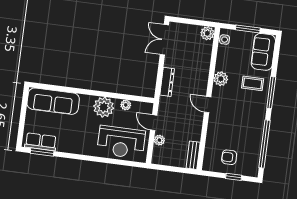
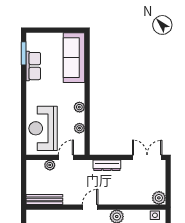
plant: (104, 107) -> (79, 107), width x0.53, depth x0.53
row of seats: (41, 142) -> (33, 66), moved
bench: (193, 155) -> (44, 199), width x1.36

